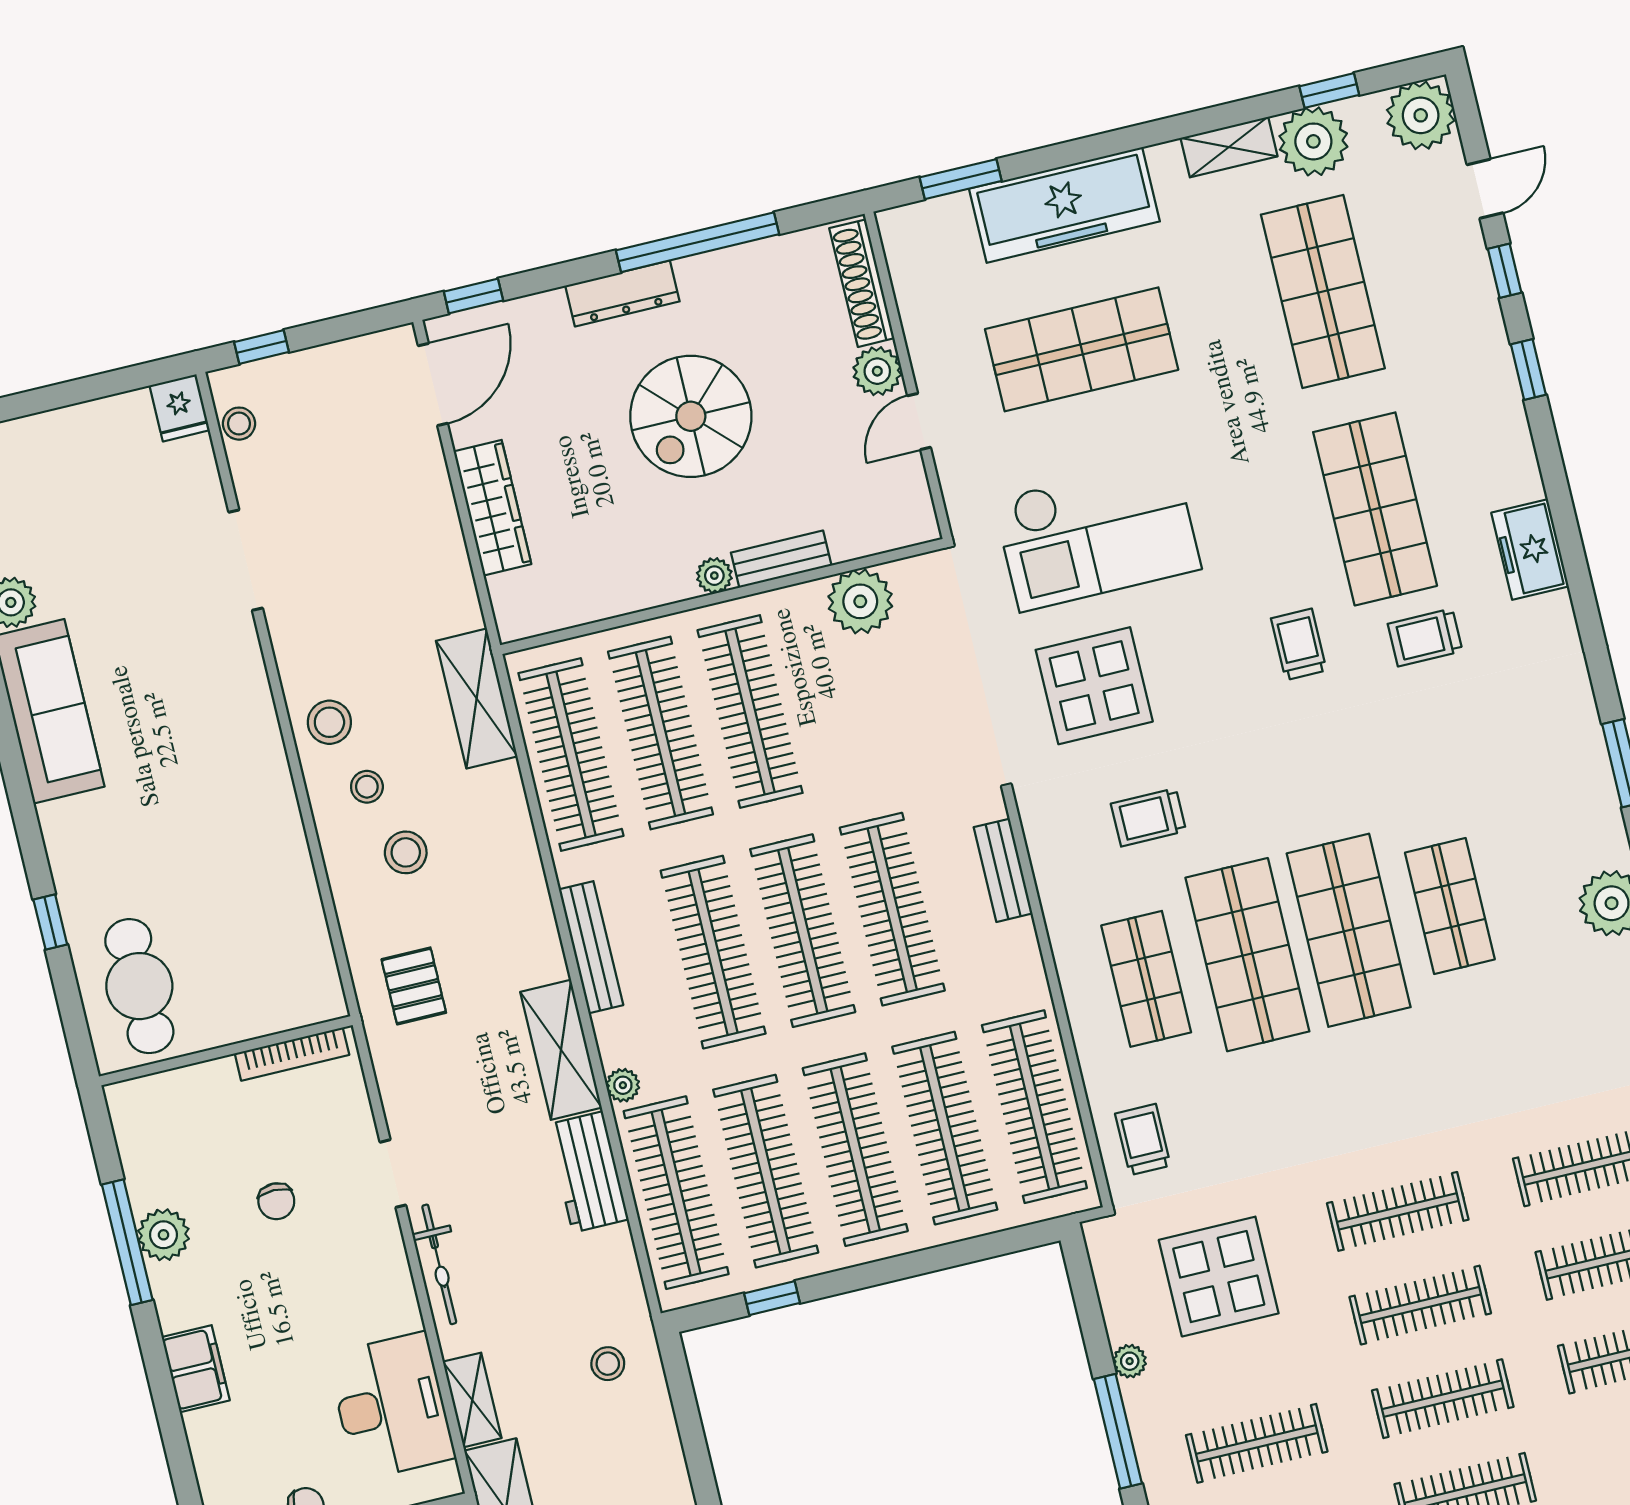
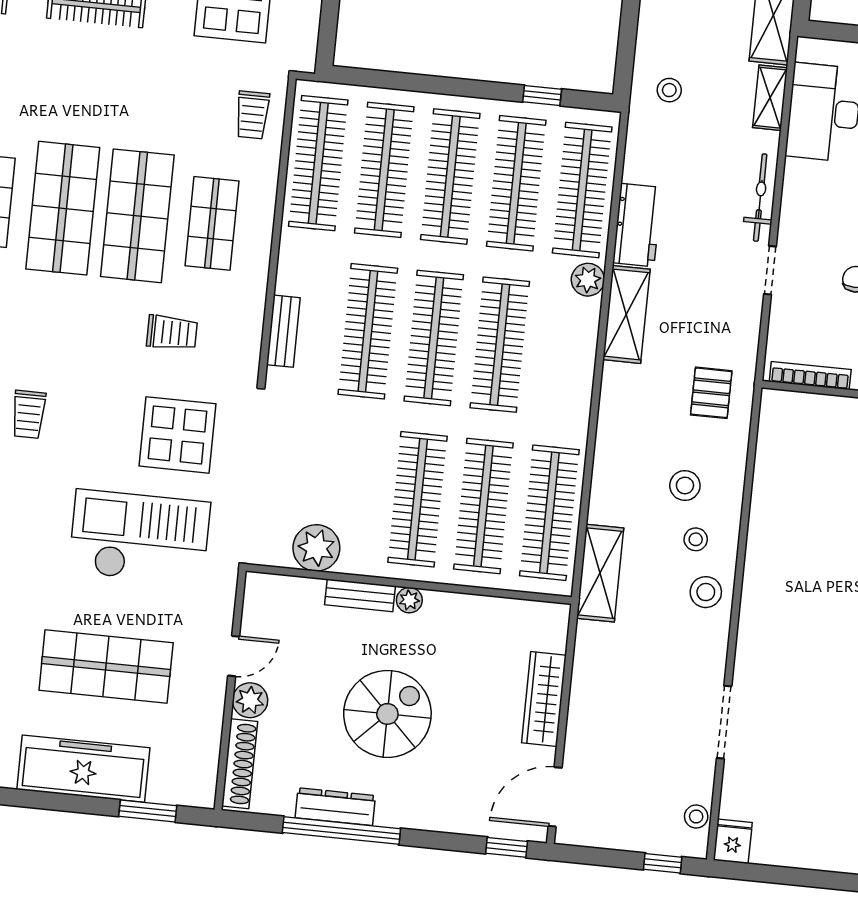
dresser: (622, 293) -> (335, 807), moved
bench: (591, 947) -> (582, 377), removed
plant: (623, 1085) -> (588, 280), width x1.38, depth x1.38

